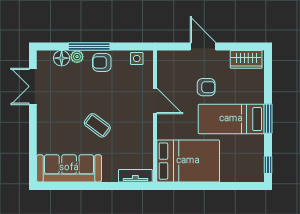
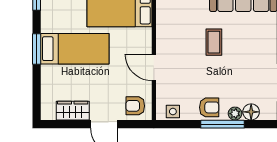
wardrobe: (246, 59) -> (73, 111), moved
armchair: (206, 87) -> (135, 106), moved
coffee table: (97, 125) -> (214, 42), turned 53

